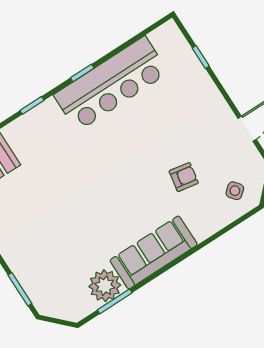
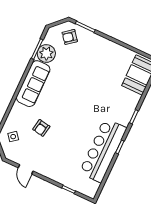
armchair: (53, 289) -> (70, 37), added

